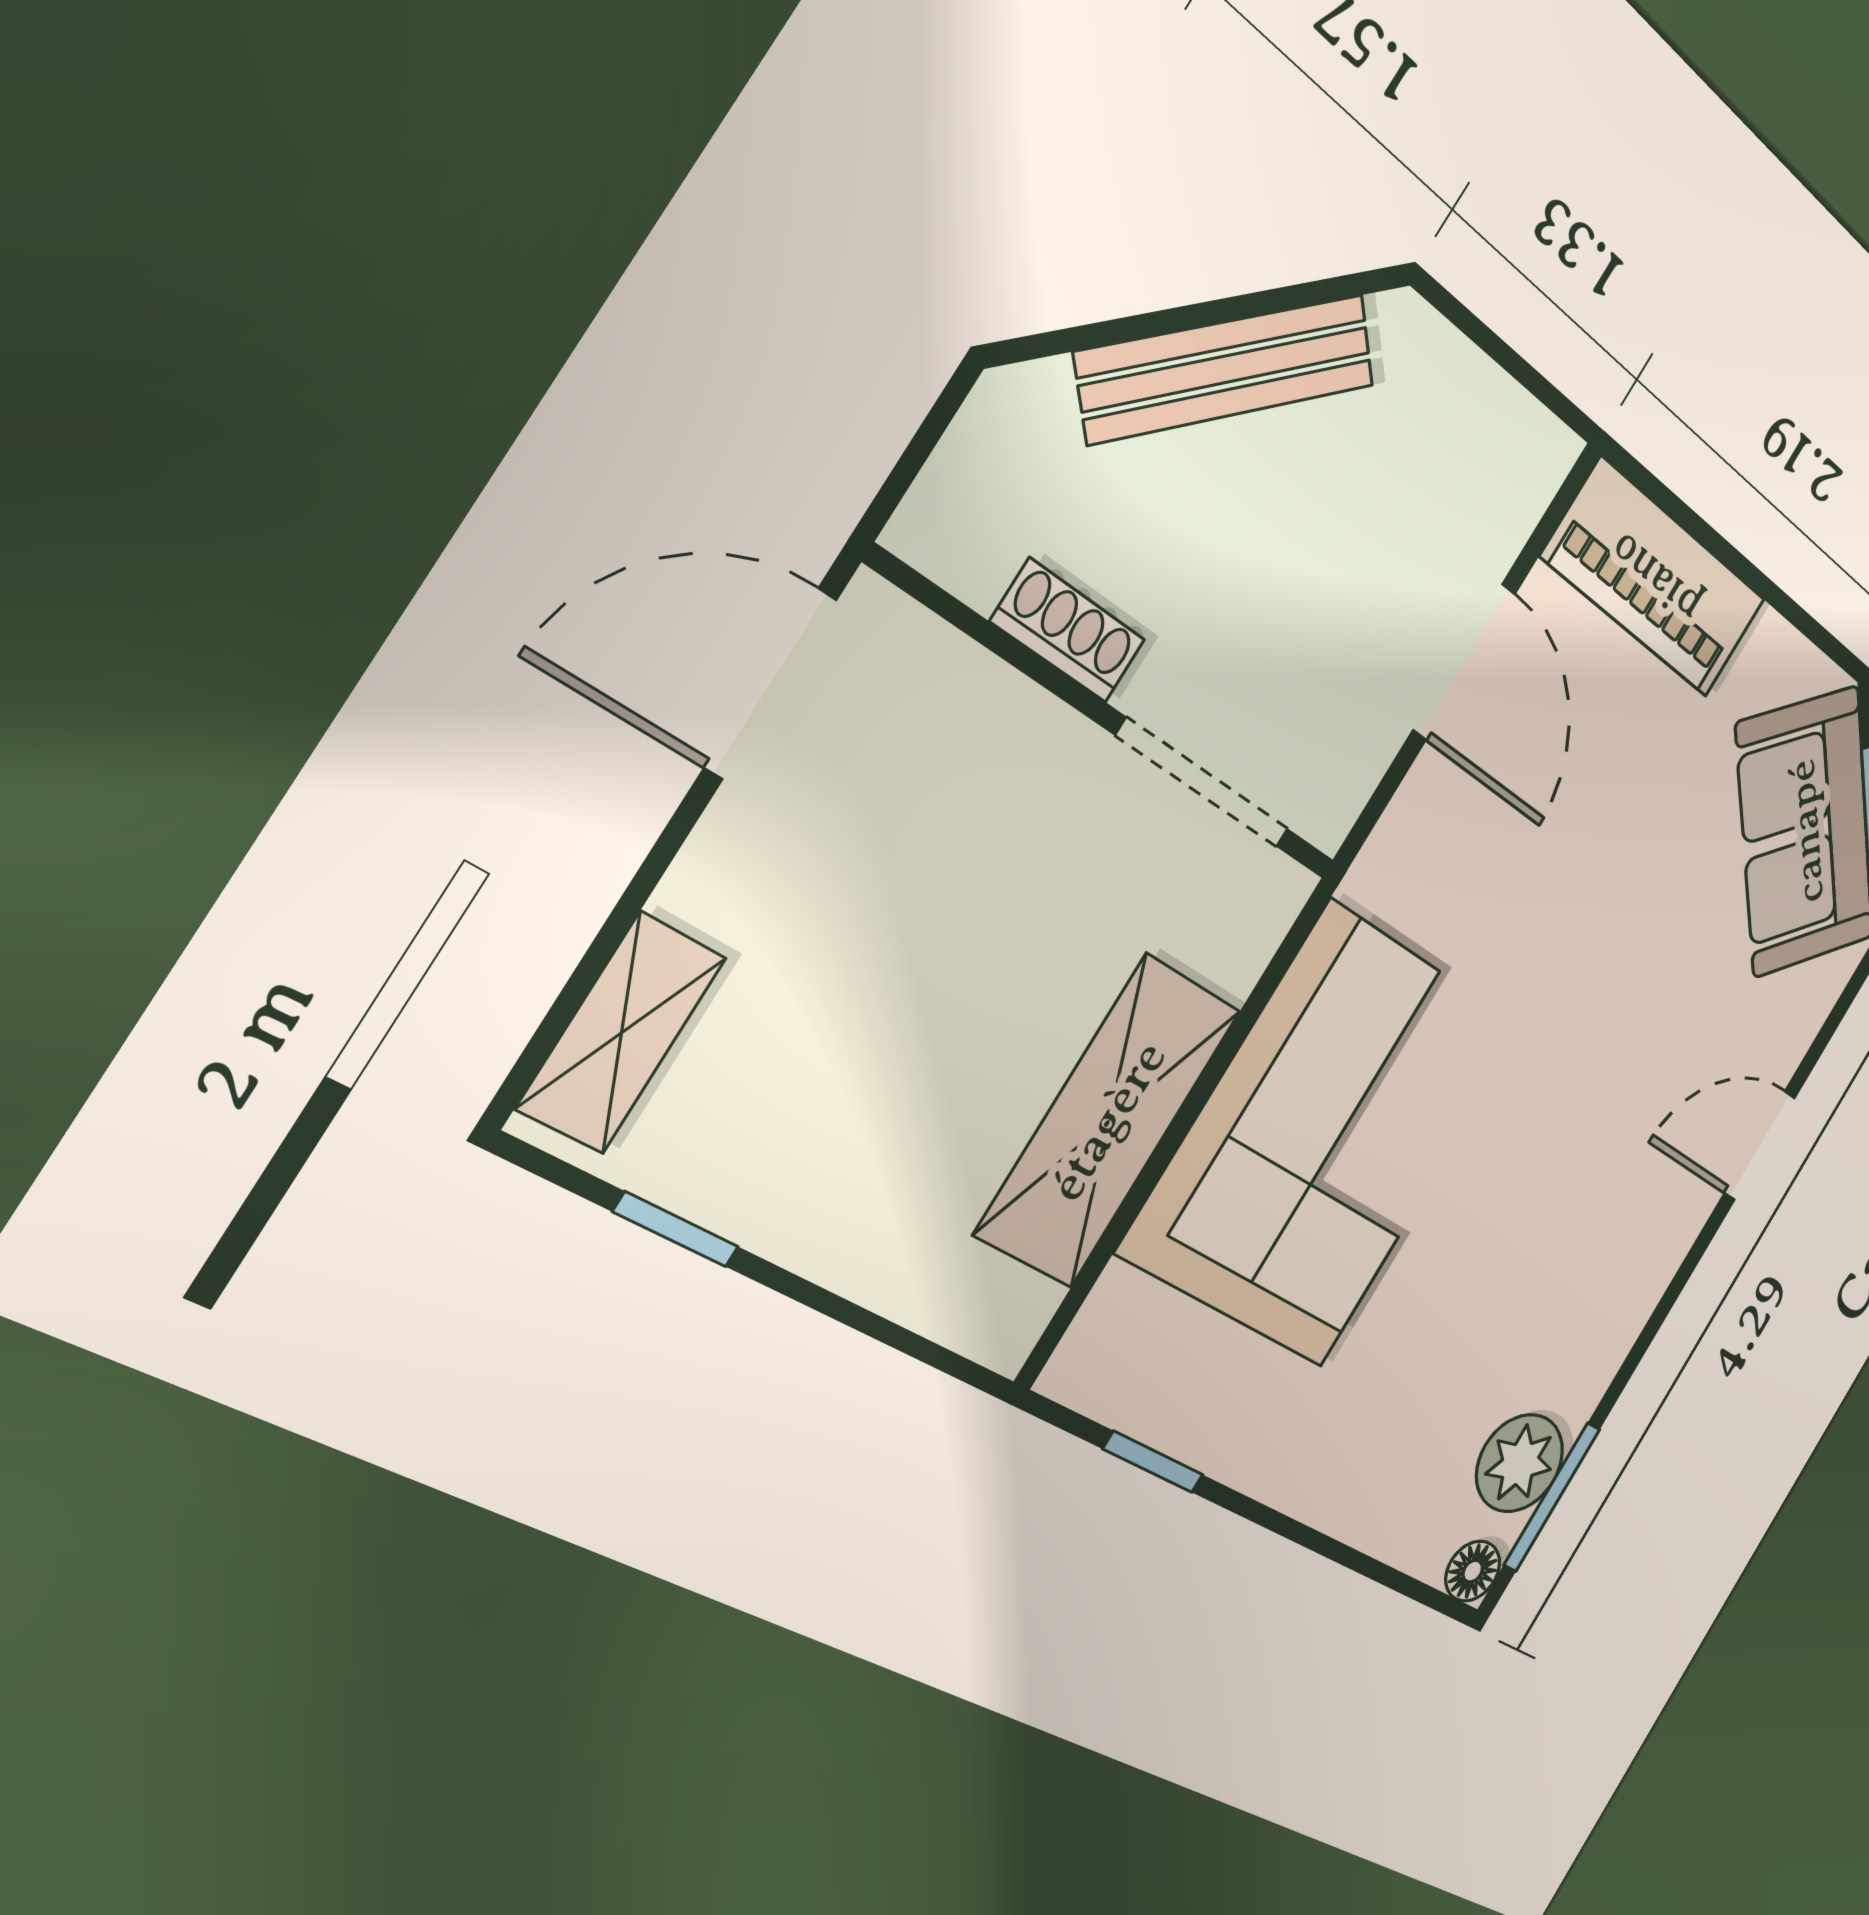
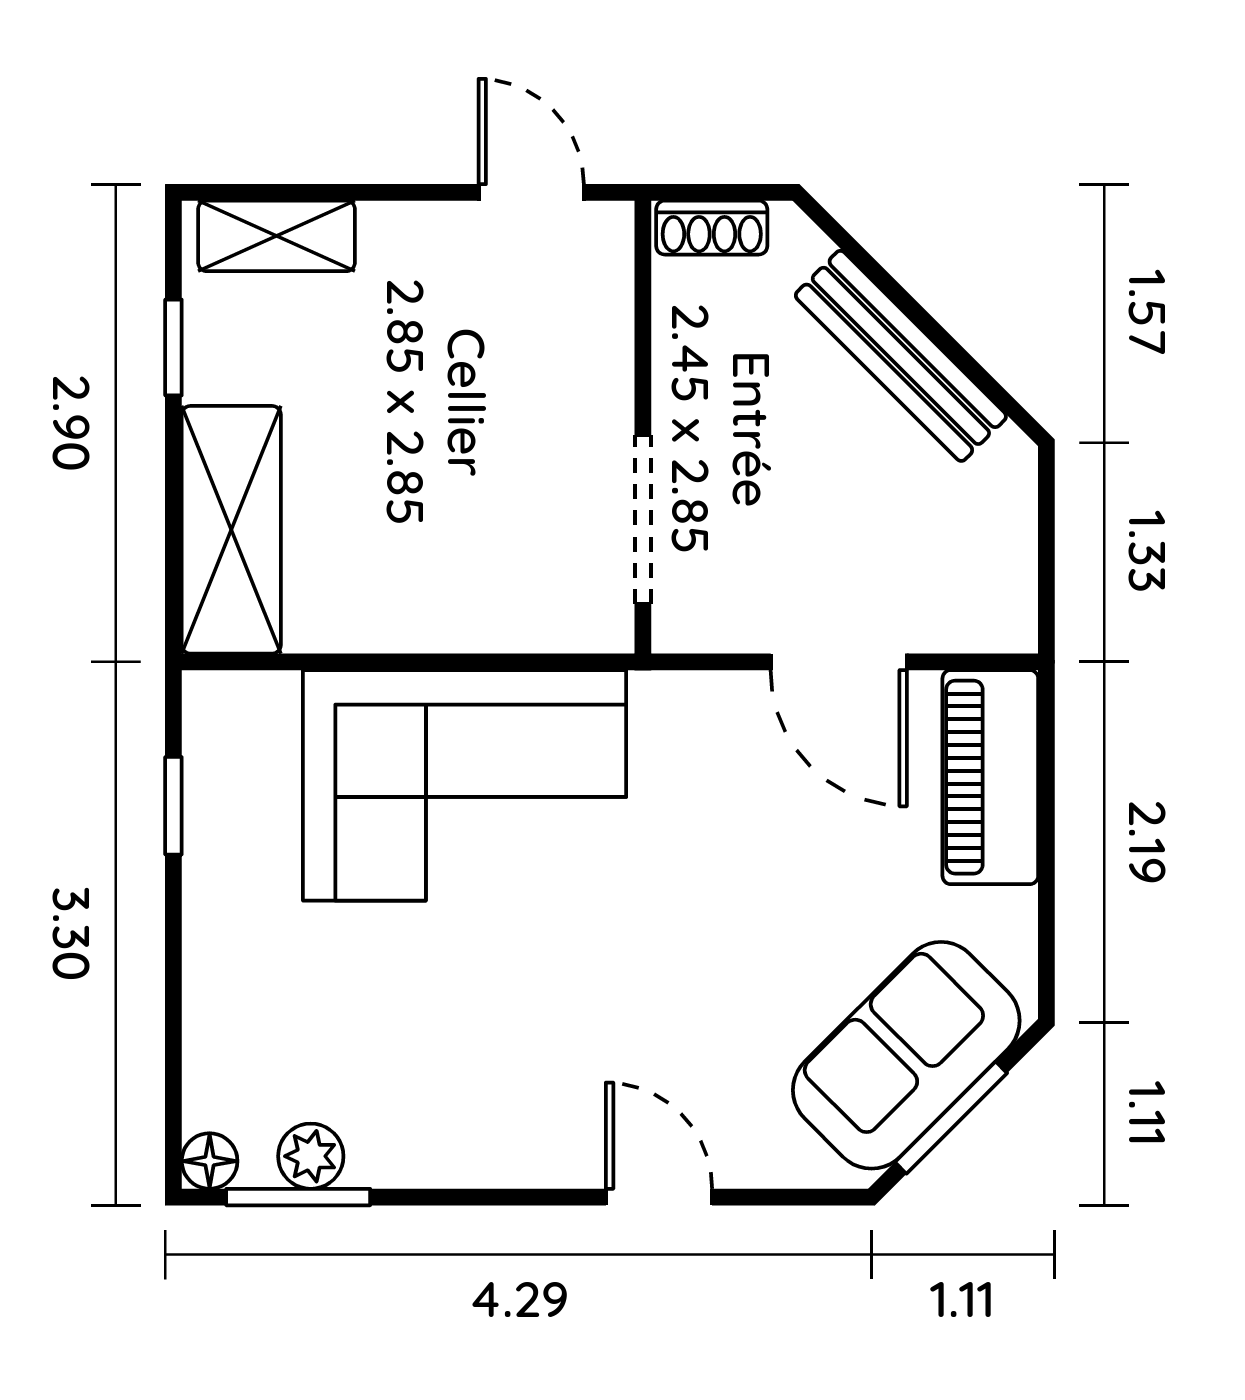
shoe rack: (1068, 631) -> (712, 228), moved, turned 90
door: (1464, 662) -> (839, 662), hinge flipped
door: (770, 684) -> (531, 192), width x0.73
shelving: (1108, 1121) -> (231, 530), moved, turned 90
plant: (1520, 1463) -> (311, 1156), width x0.73, depth x0.73

